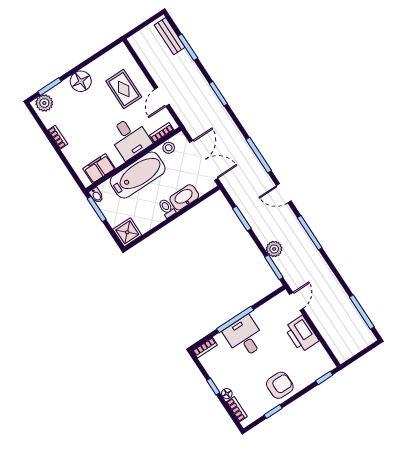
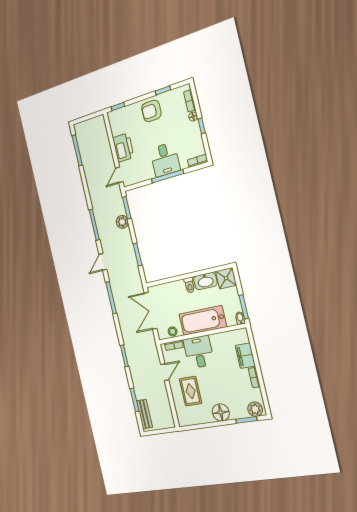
filing cabinet: (99, 168) -> (245, 356), moved, turned 90
door: (284, 193) -> (103, 262), swing flipped
washbasin: (184, 197) -> (205, 281), moved

